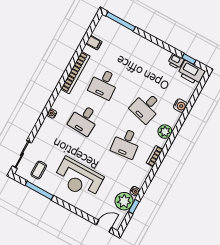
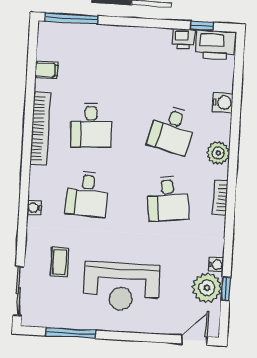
coffee table: (39, 170) -> (60, 262), moved

